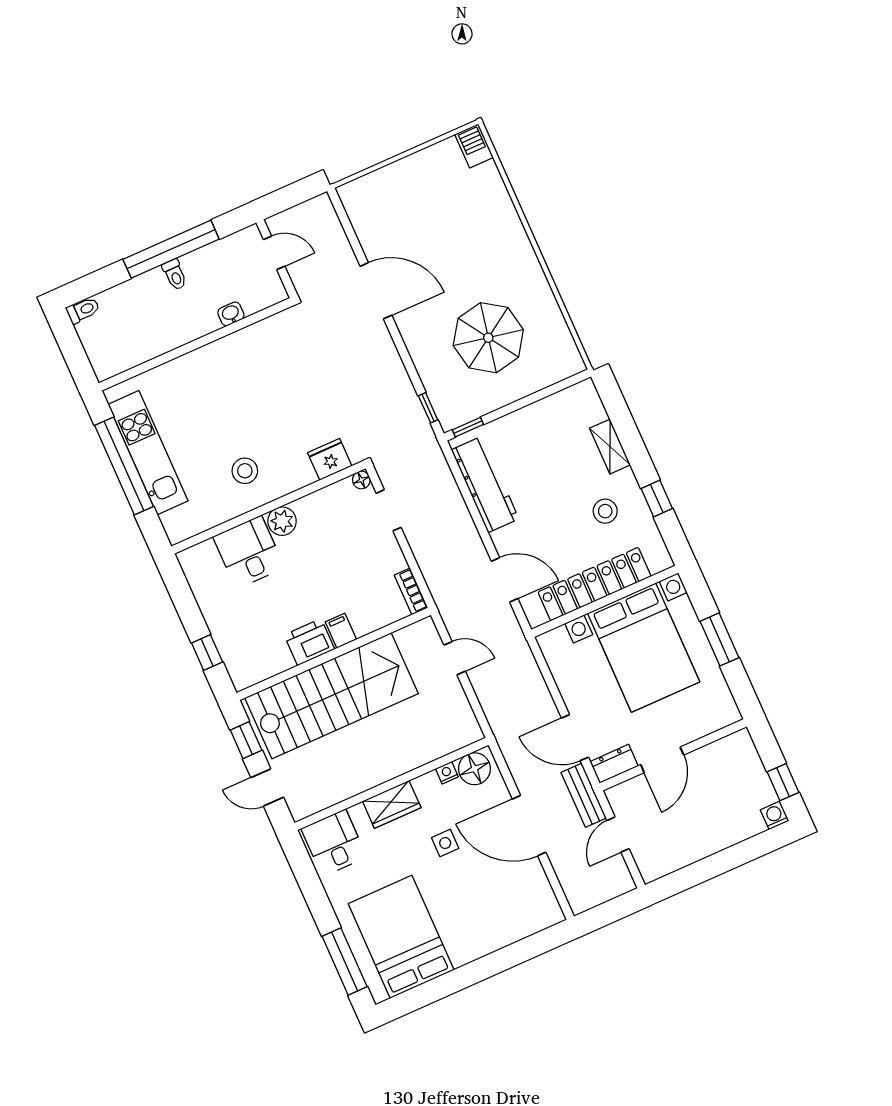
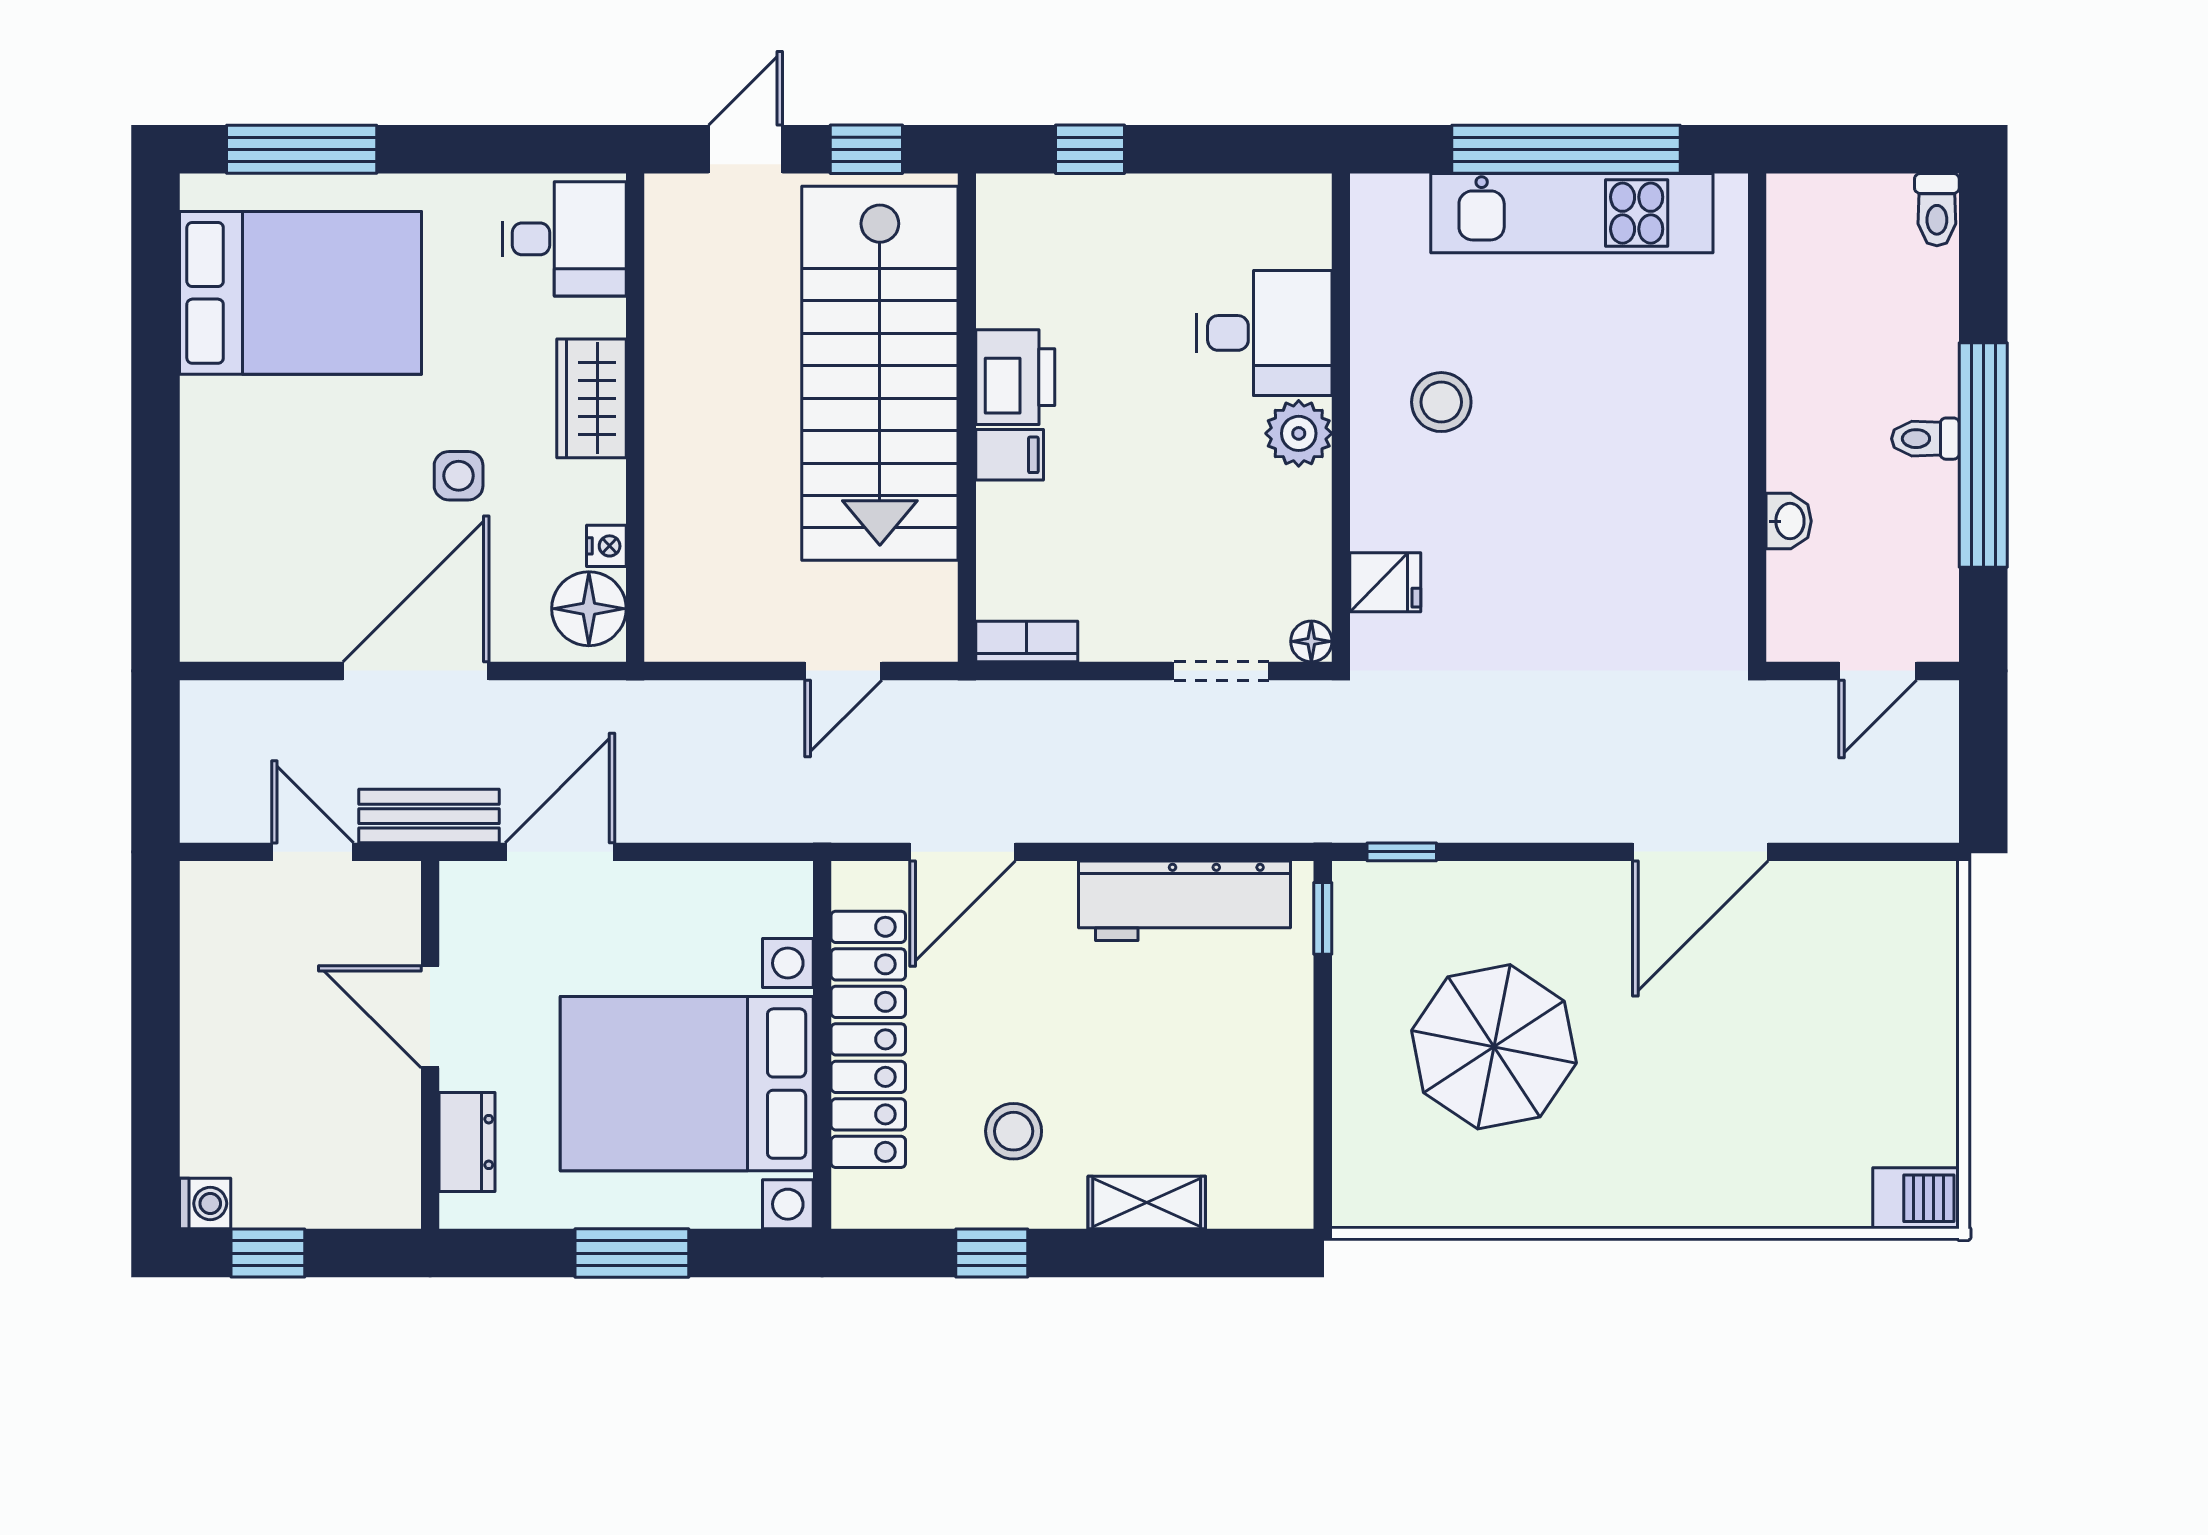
fridge: (330, 459) -> (1385, 582), width x0.72
dresser: (614, 764) -> (467, 1142), moved

